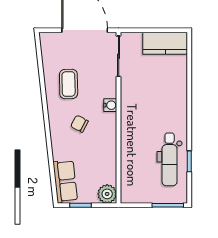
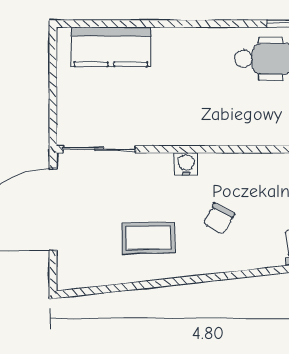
kitchen counter: (165, 43) -> (111, 47), moved, turned 90

